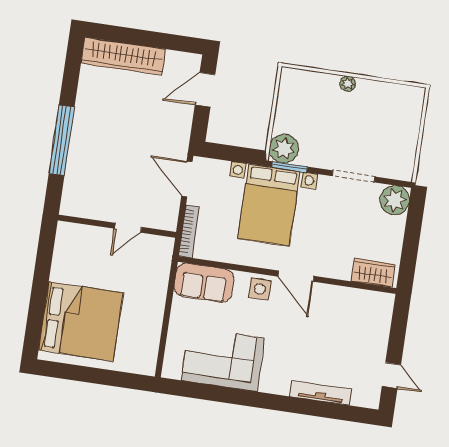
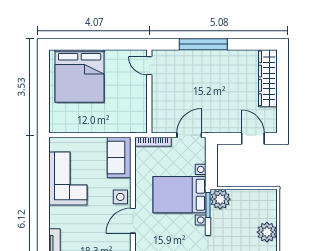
plant: (348, 84) -> (267, 232), width x1.88, depth x1.88
door: (128, 228) -> (149, 66), moved

